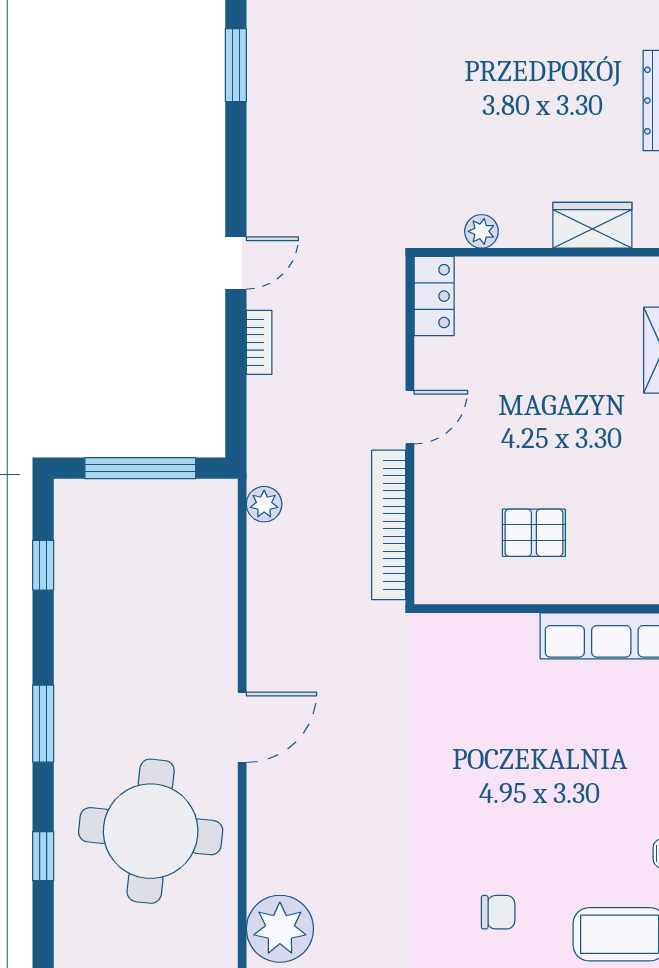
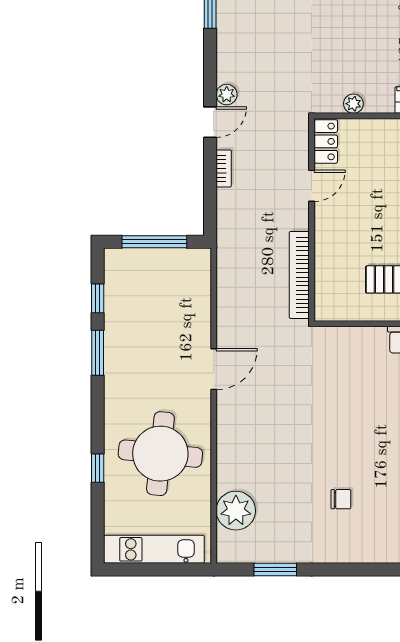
door: (410, 417) -> (312, 186), moved
plant: (264, 504) -> (227, 95), moved
window: (43, 724) -> (98, 353), moved
door: (242, 727) -> (214, 369), moved
chair: (498, 912) -> (341, 499), moved

